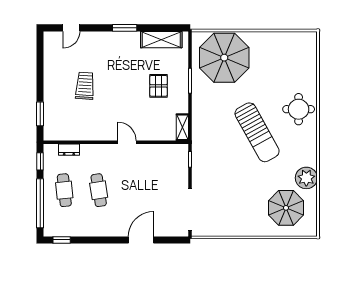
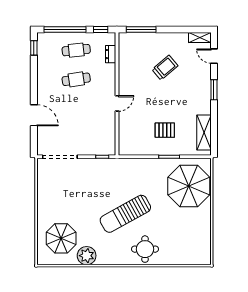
window: (125, 28) -> (214, 90), moved
trolley: (85, 86) -> (165, 68), turned -44
window: (40, 114) -> (141, 30), width x1.44
shelving: (182, 127) -> (200, 38), moved

